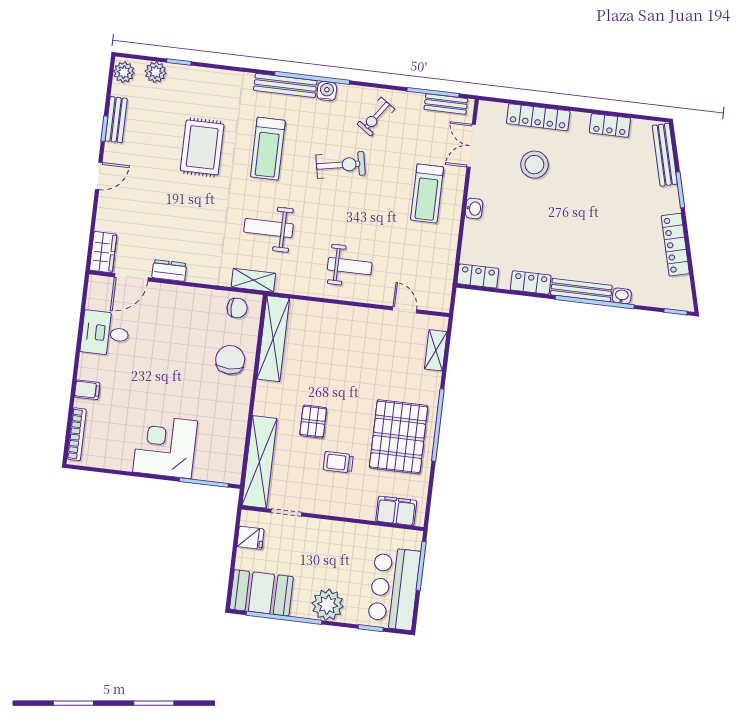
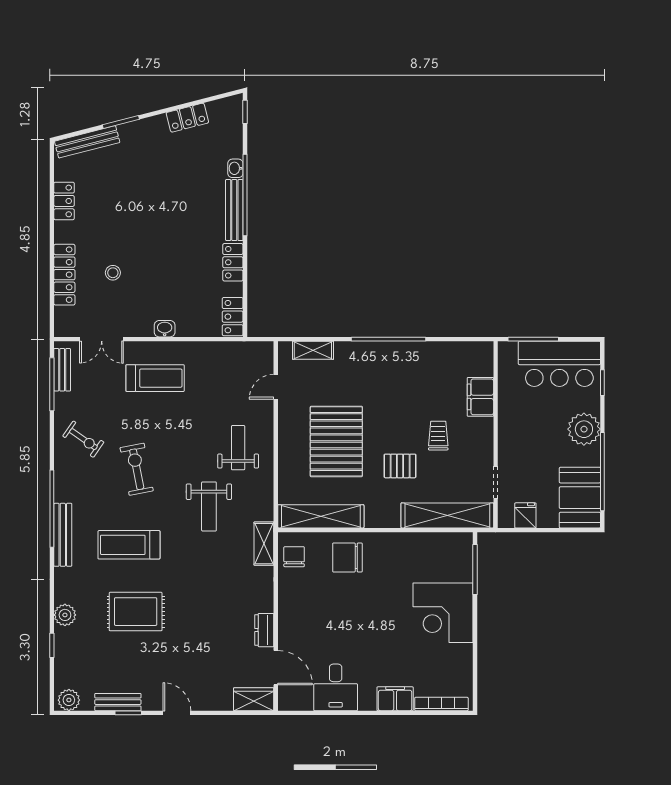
plant: (156, 72) -> (65, 615), moved
water cooler: (327, 91) -> (63, 492), removed
treadmill: (268, 149) -> (129, 545), turned 180
stool: (534, 165) -> (113, 273), width x0.53, depth x0.53
weight bench: (269, 228) -> (209, 506), moved
locker: (675, 245) -> (187, 118), width x0.66
filing cabinet: (87, 390) -> (395, 699), width x2.00
pallet: (399, 437) -> (336, 441), moved, turned 90
trolley: (338, 462) -> (438, 436), turned 180
filing cabinet: (396, 511) -> (480, 397), moved

